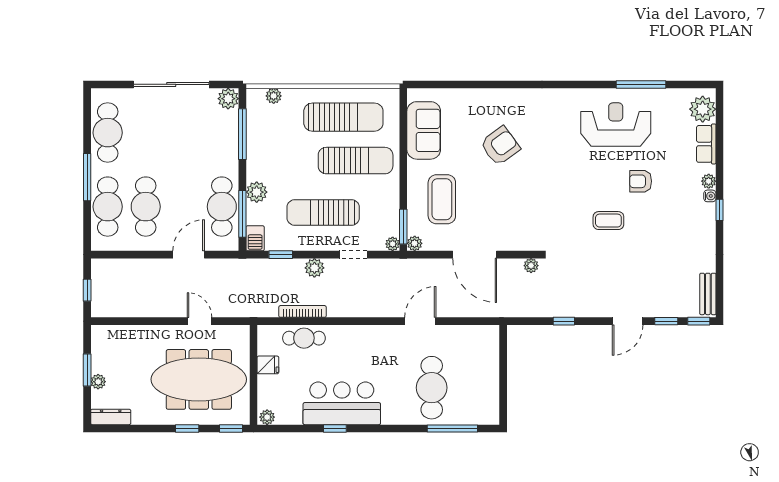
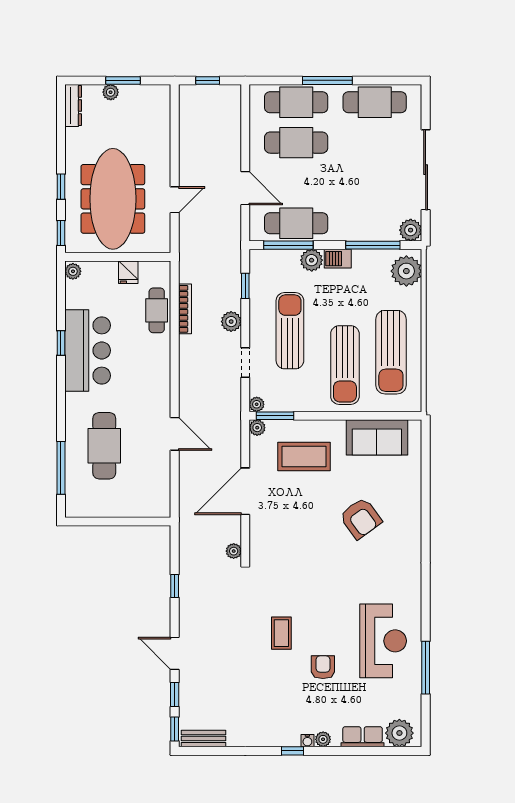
plant: (274, 96) -> (406, 271), width x1.88, depth x1.88
barbecue: (255, 238) -> (338, 259), moved
cafe table: (432, 388) -> (104, 446), turned 90

